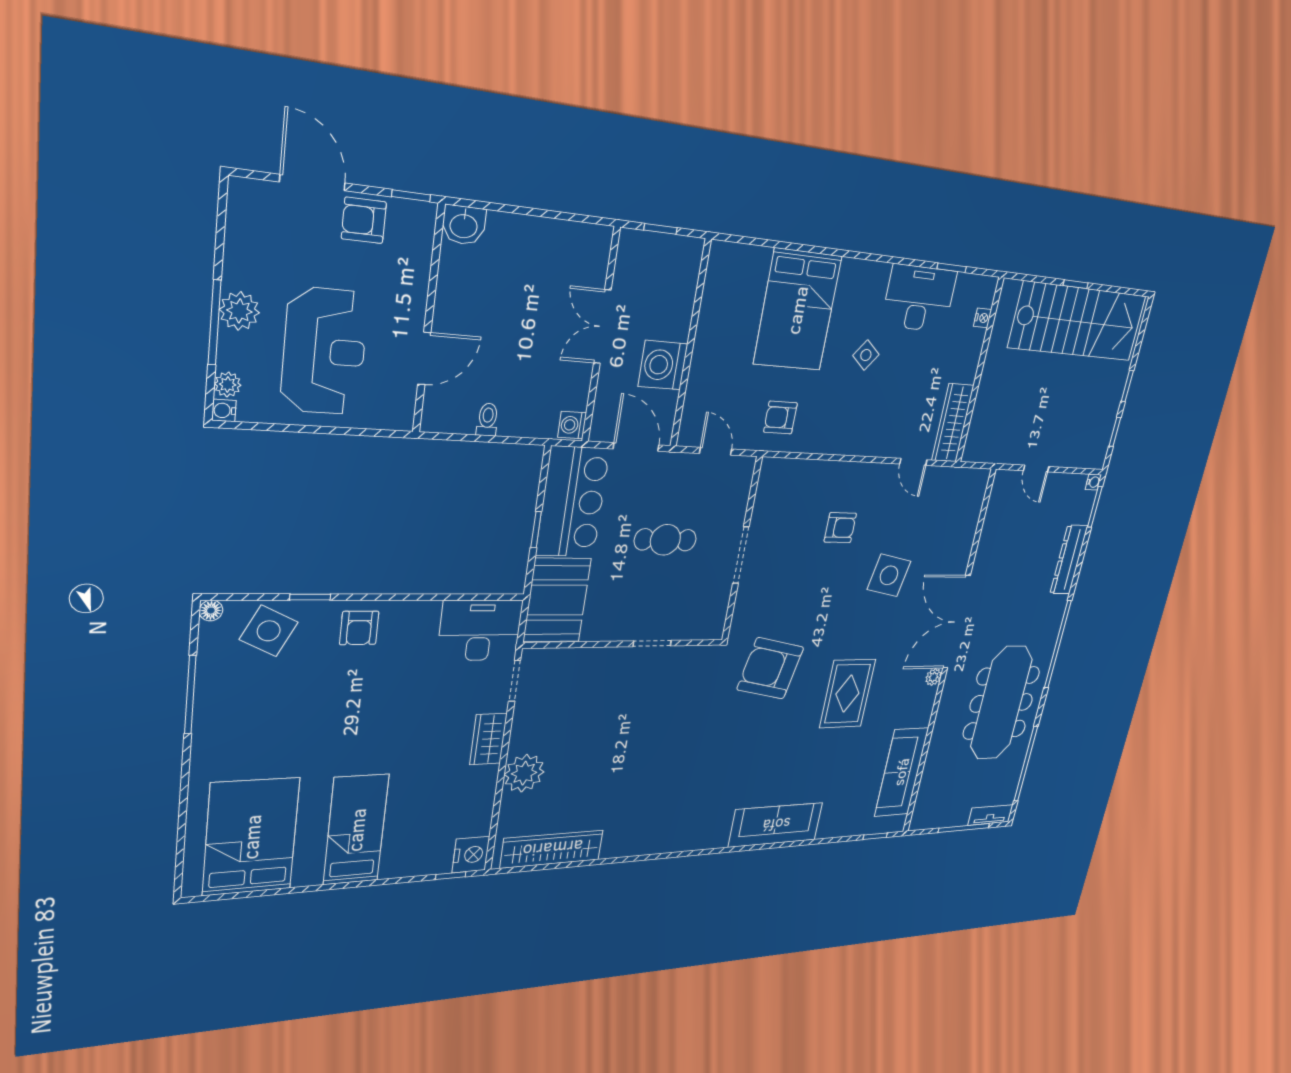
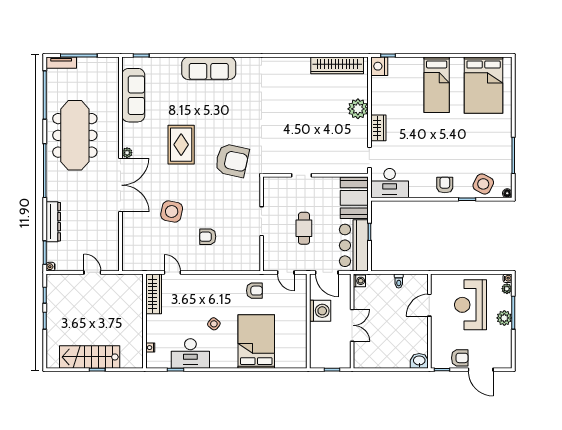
stairs: (1078, 322) -> (90, 357), width x0.73, depth x0.66
cafe table: (665, 540) -> (304, 228), turned 90

